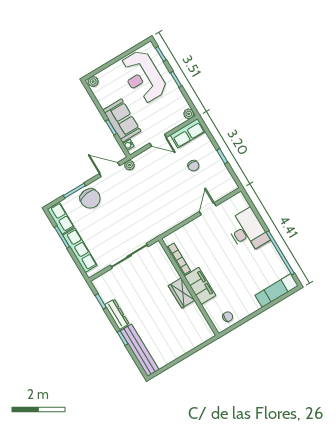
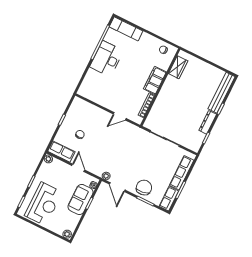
door: (208, 209) -> (120, 116), moved
desk: (247, 231) -> (107, 59), moved
wardrobe: (182, 293) -> (178, 67), moved

